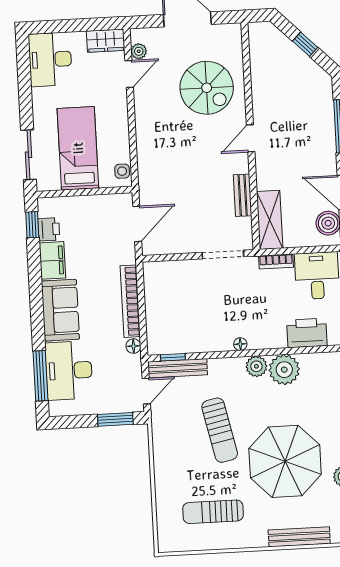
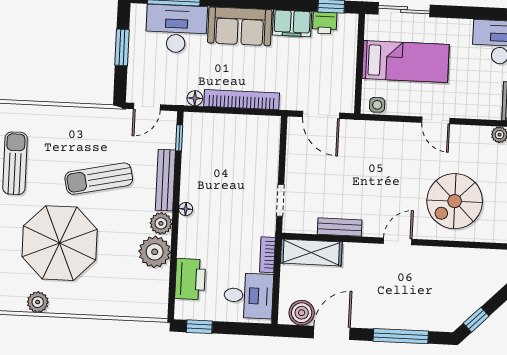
window: (305, 44) -> (476, 320), moved
door: (129, 74) -> (436, 120), moved
door: (251, 138) -> (398, 241), hinge flipped
doorway: (223, 255) -> (280, 200), width x0.73
bench: (178, 368) -> (165, 180), moved
door: (146, 391) -> (147, 107), hinge flipped
window: (115, 419) -> (122, 47), moved

